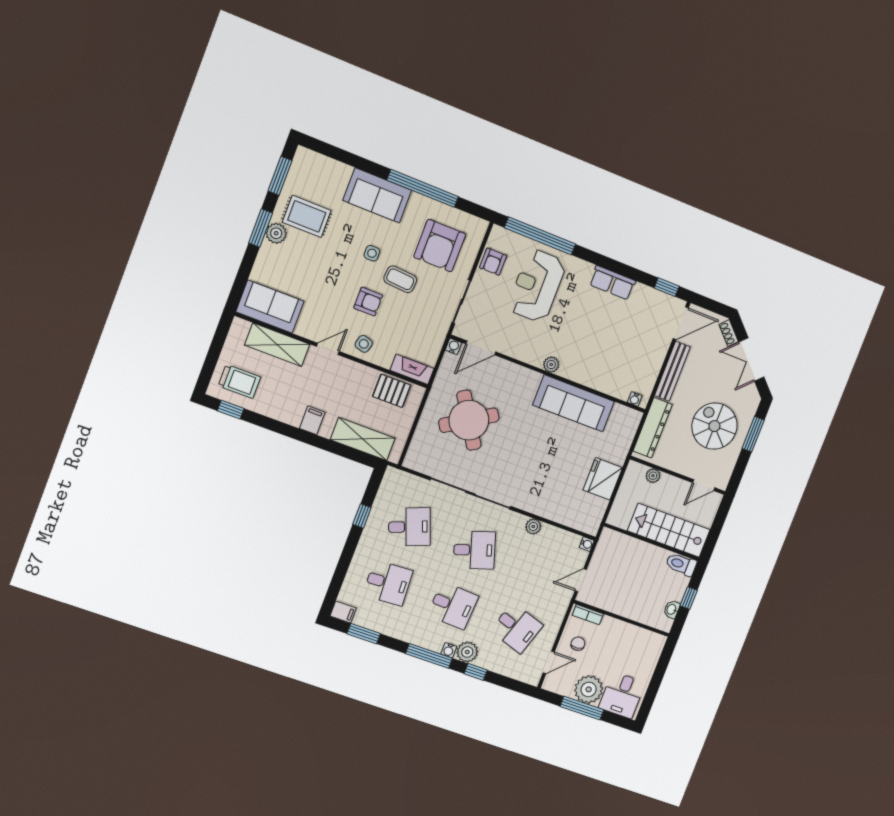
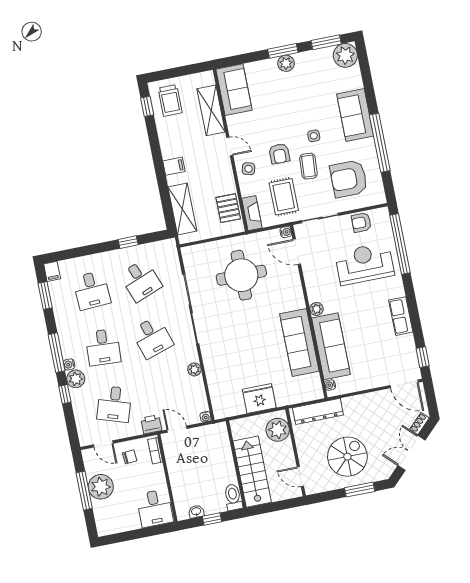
plant: (307, 164) -> (345, 55), added
rug: (307, 216) -> (284, 197), moved
bench: (672, 371) -> (367, 400), removed
sofa: (597, 374) -> (331, 346), added
round table: (469, 420) -> (241, 275), turned 32
plant: (653, 476) -> (278, 430), width x1.88, depth x1.88
printer: (560, 603) -> (151, 424), added
desk: (622, 695) -> (155, 508), moved, turned -90

